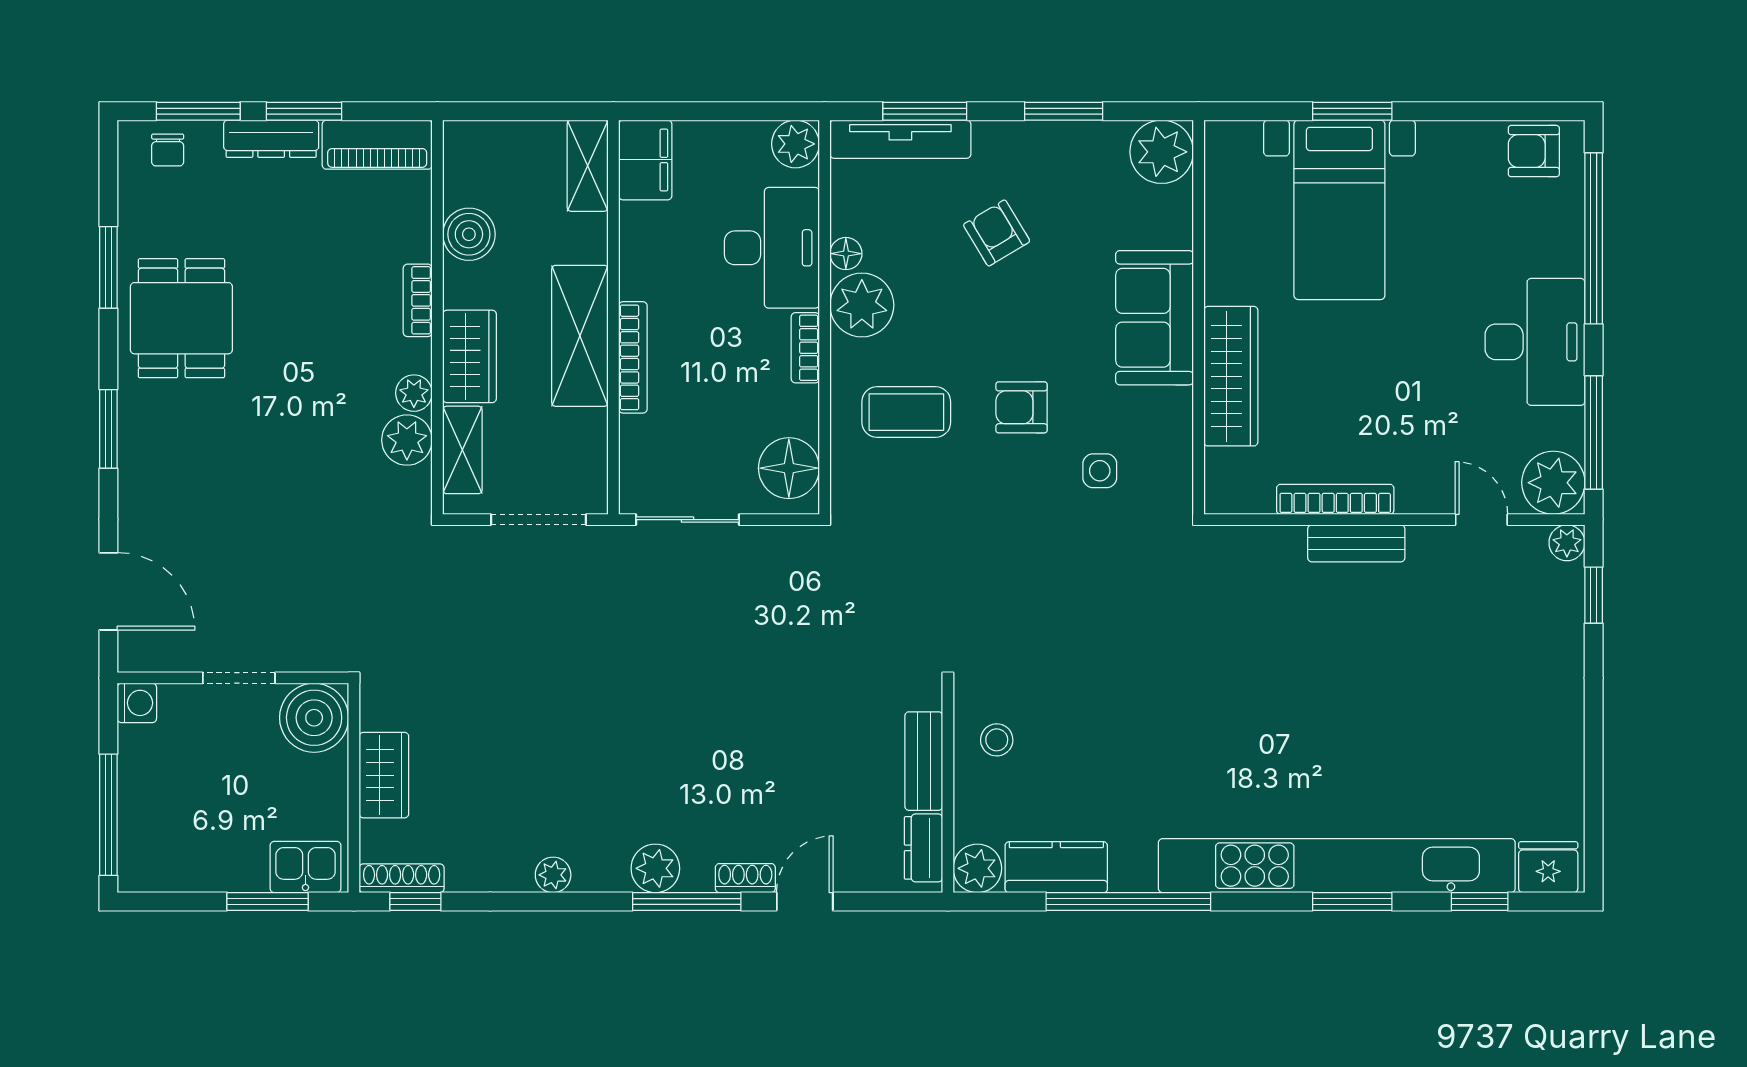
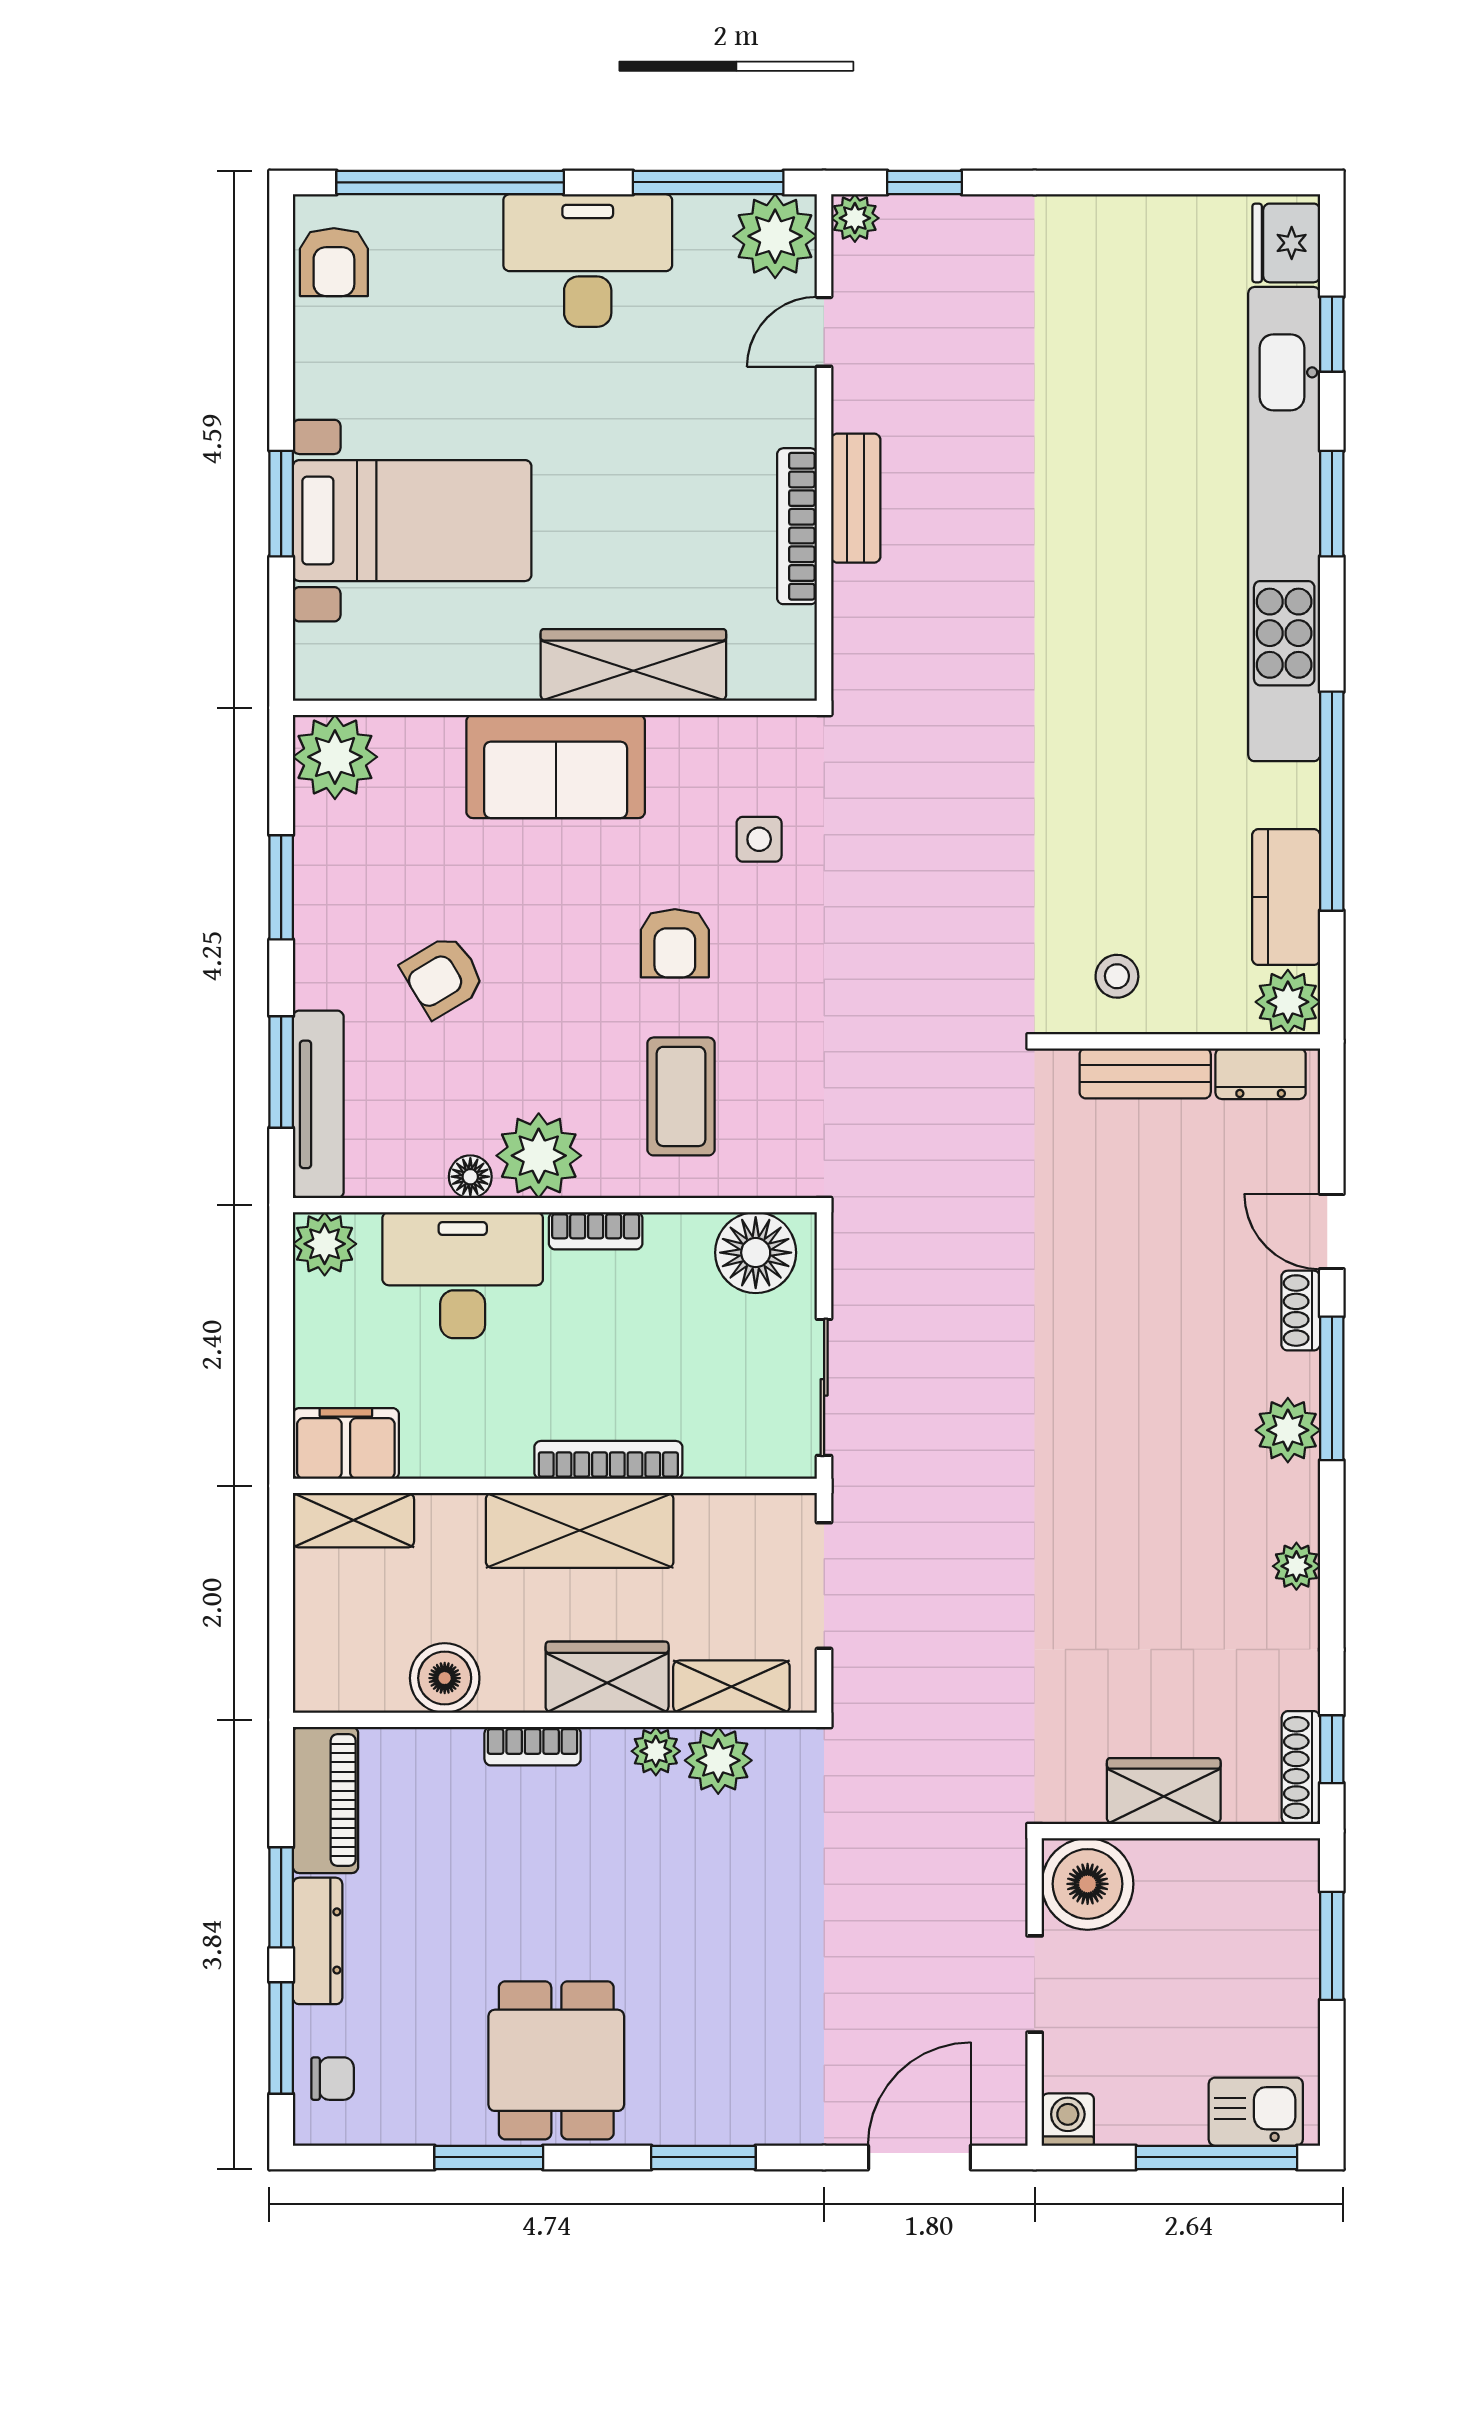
dining table: (181, 318) -> (556, 2060), turned 90
kitchen sink: (305, 867) -> (1256, 2112), moved, turned 90

